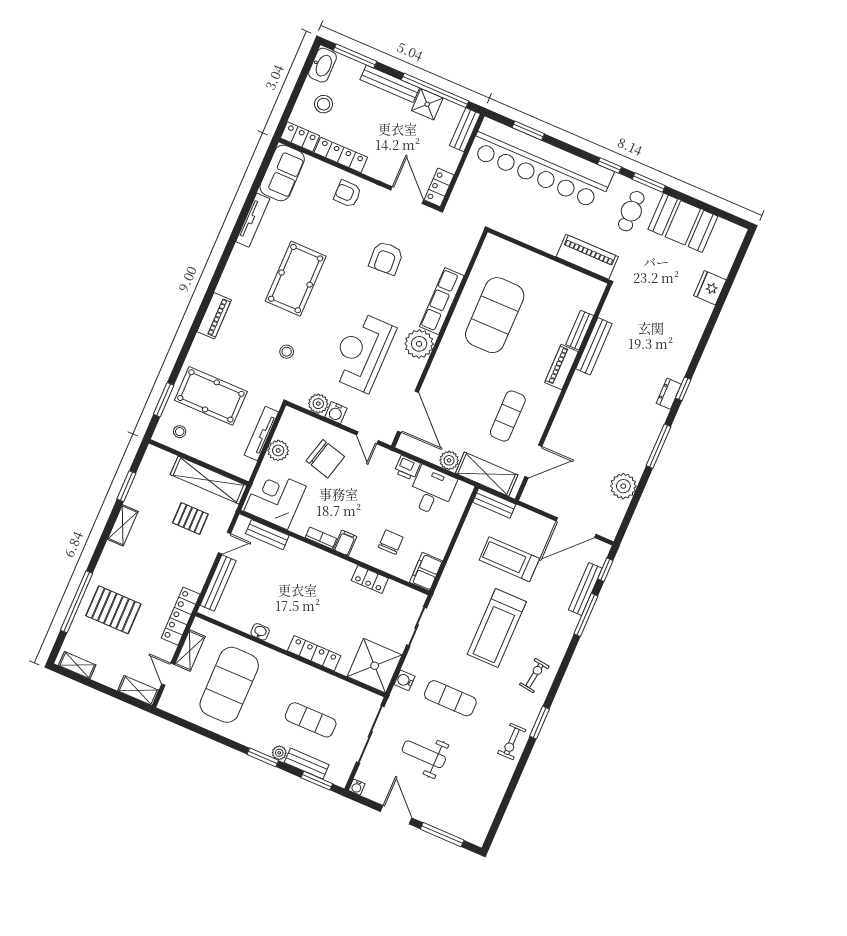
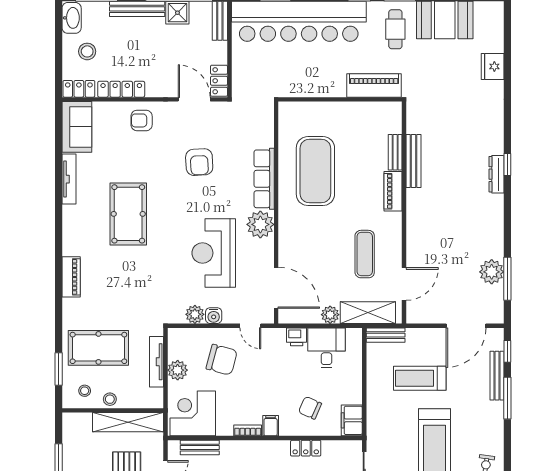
stool: (287, 352) -> (110, 399), moved
dresser: (669, 394) -> (496, 174), width x1.44
window: (659, 446) -> (507, 279), moved
chair: (391, 542) -> (310, 408), turned -66

